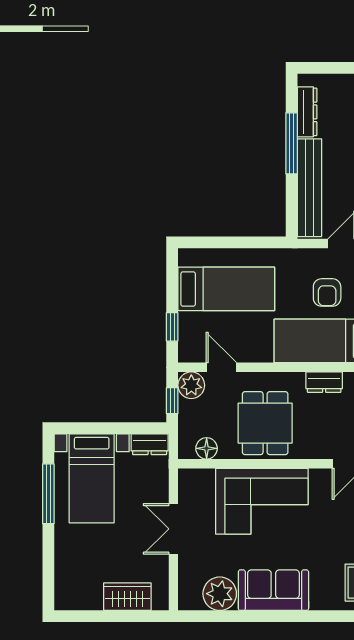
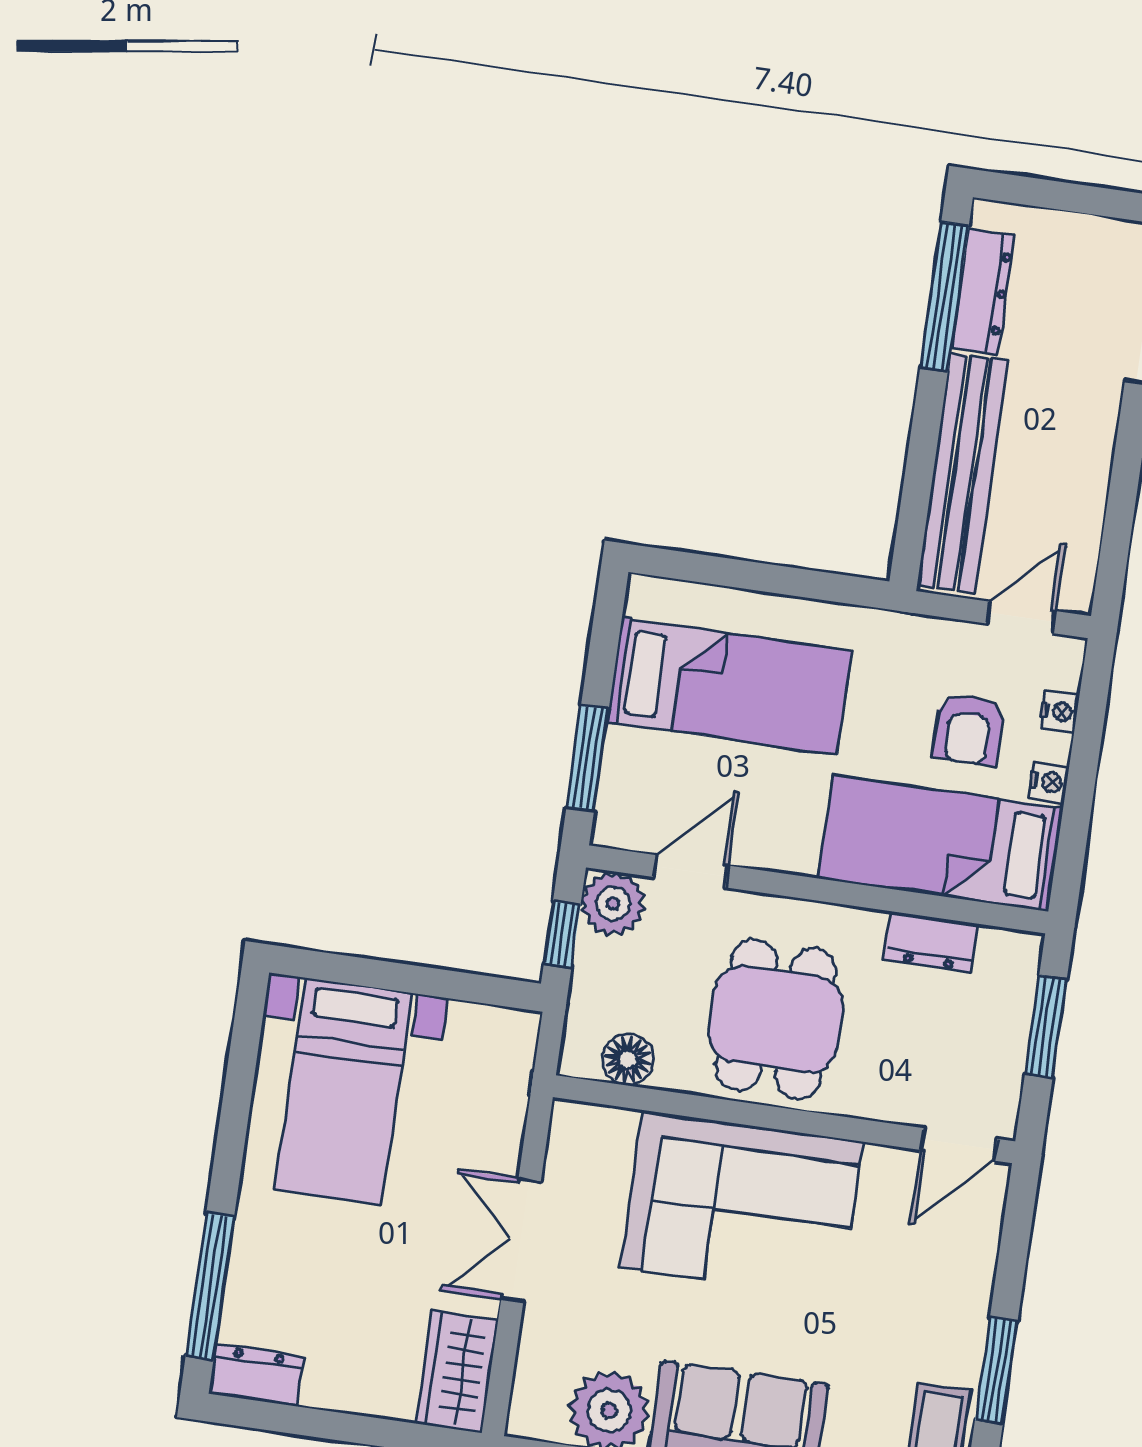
window: (292, 143) -> (944, 297), moved
window: (172, 327) -> (588, 758), width x1.50
door: (221, 367) -> (691, 871), hinge flipped
dresser: (150, 444) -> (256, 1375), moved, turned 180
window: (48, 494) -> (210, 1286), moved
wardrobe: (127, 597) -> (457, 1372), moved, turned -90

